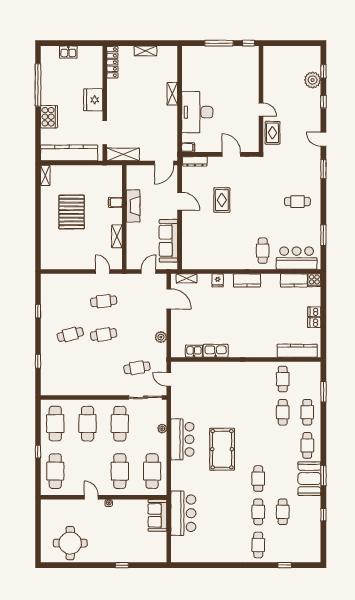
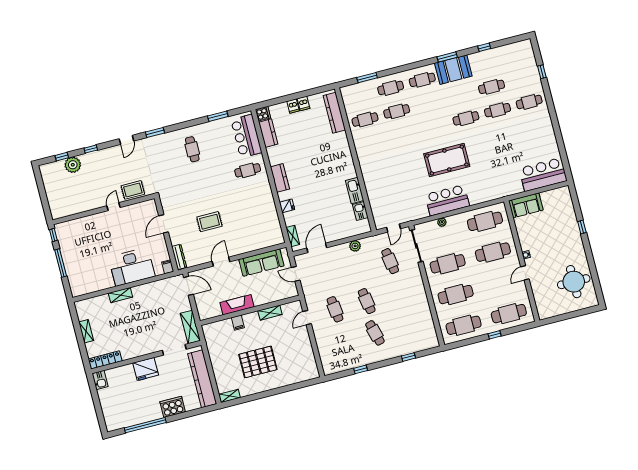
kitchen sink: (68, 52) -> (100, 380), moved
bar counter: (183, 513) -> (543, 175), moved

